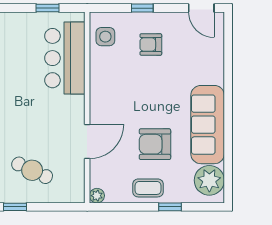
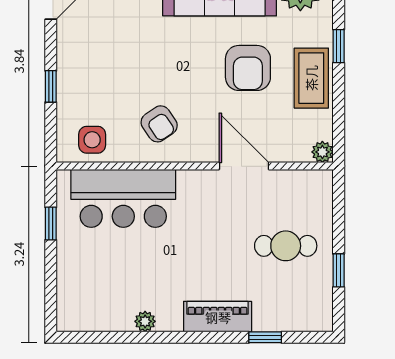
armchair: (151, 44) -> (159, 124), moved, turned -34
cafe table: (32, 170) -> (286, 246), turned 65
coffee table: (148, 188) -> (311, 78), width x1.36, depth x1.30

